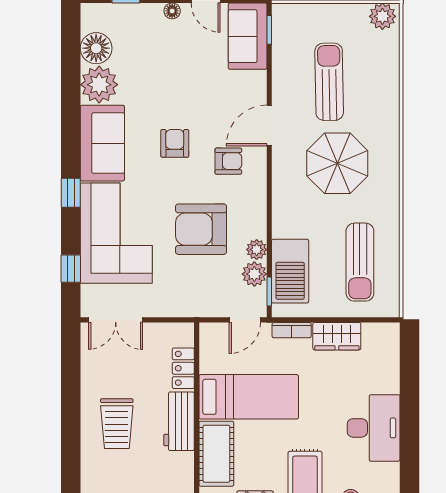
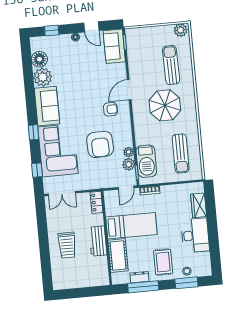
sun lounger: (329, 82) -> (171, 65), moved
armchair: (175, 143) -> (83, 103), removed
armchair: (201, 229) -> (100, 144), turned -92
wardrobe: (337, 336) -> (199, 205), moved, turned 90
locker: (183, 368) -> (96, 202), moved

